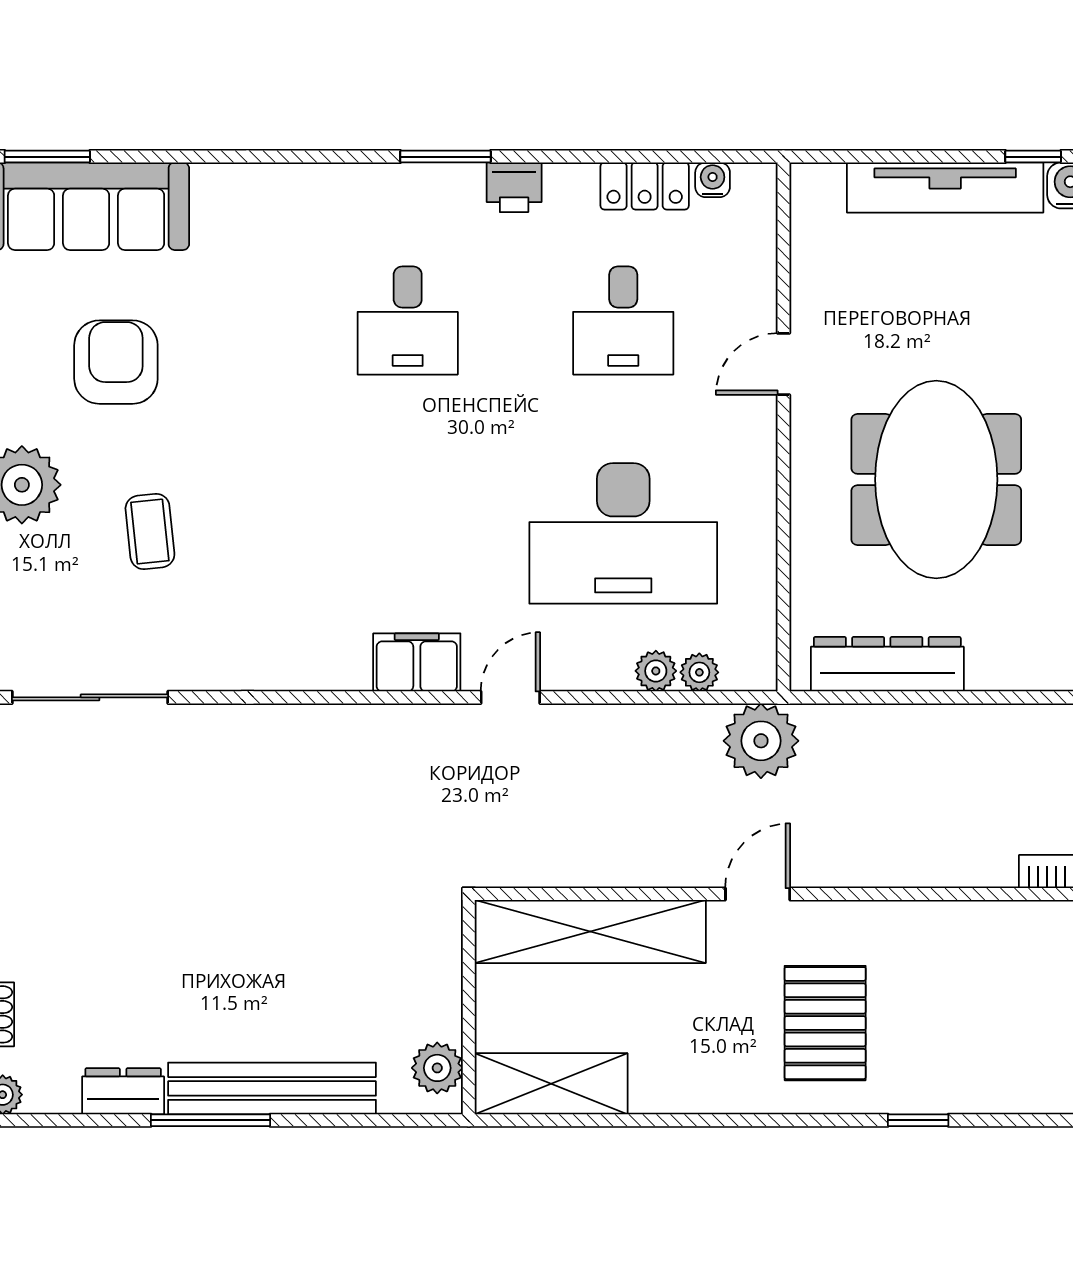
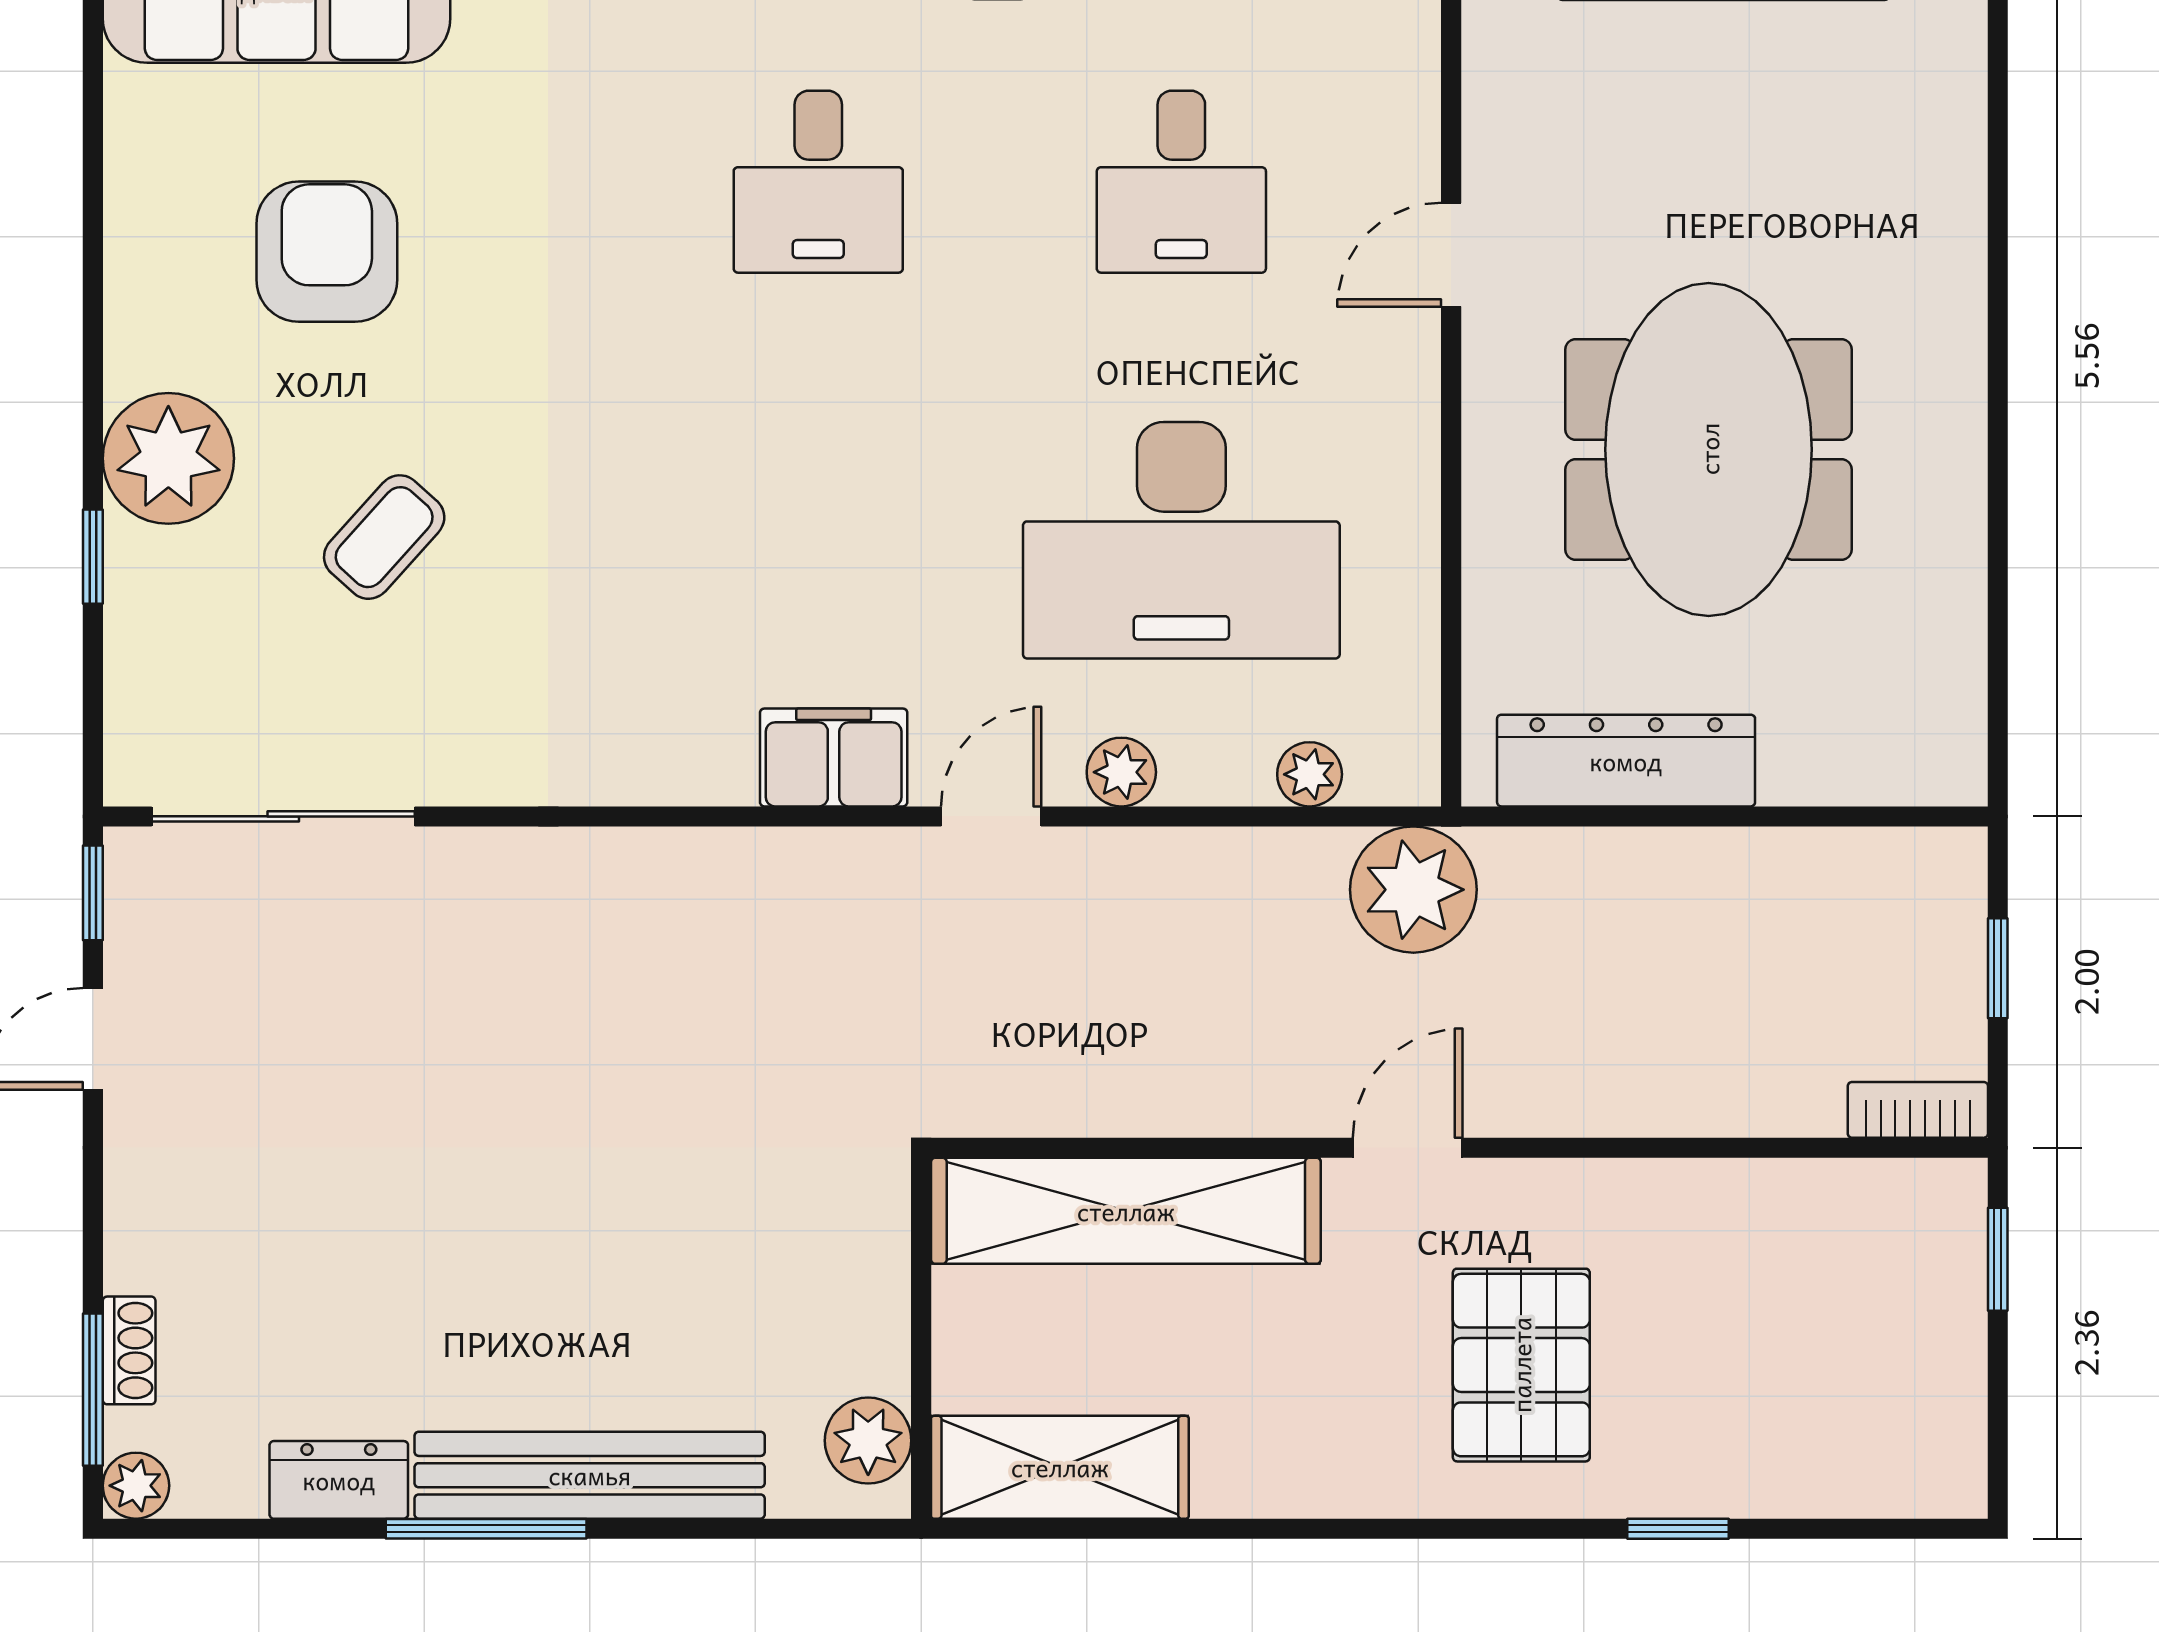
coffee table: (150, 531) -> (384, 537), turned 48
plant: (656, 671) -> (1121, 772), moved

